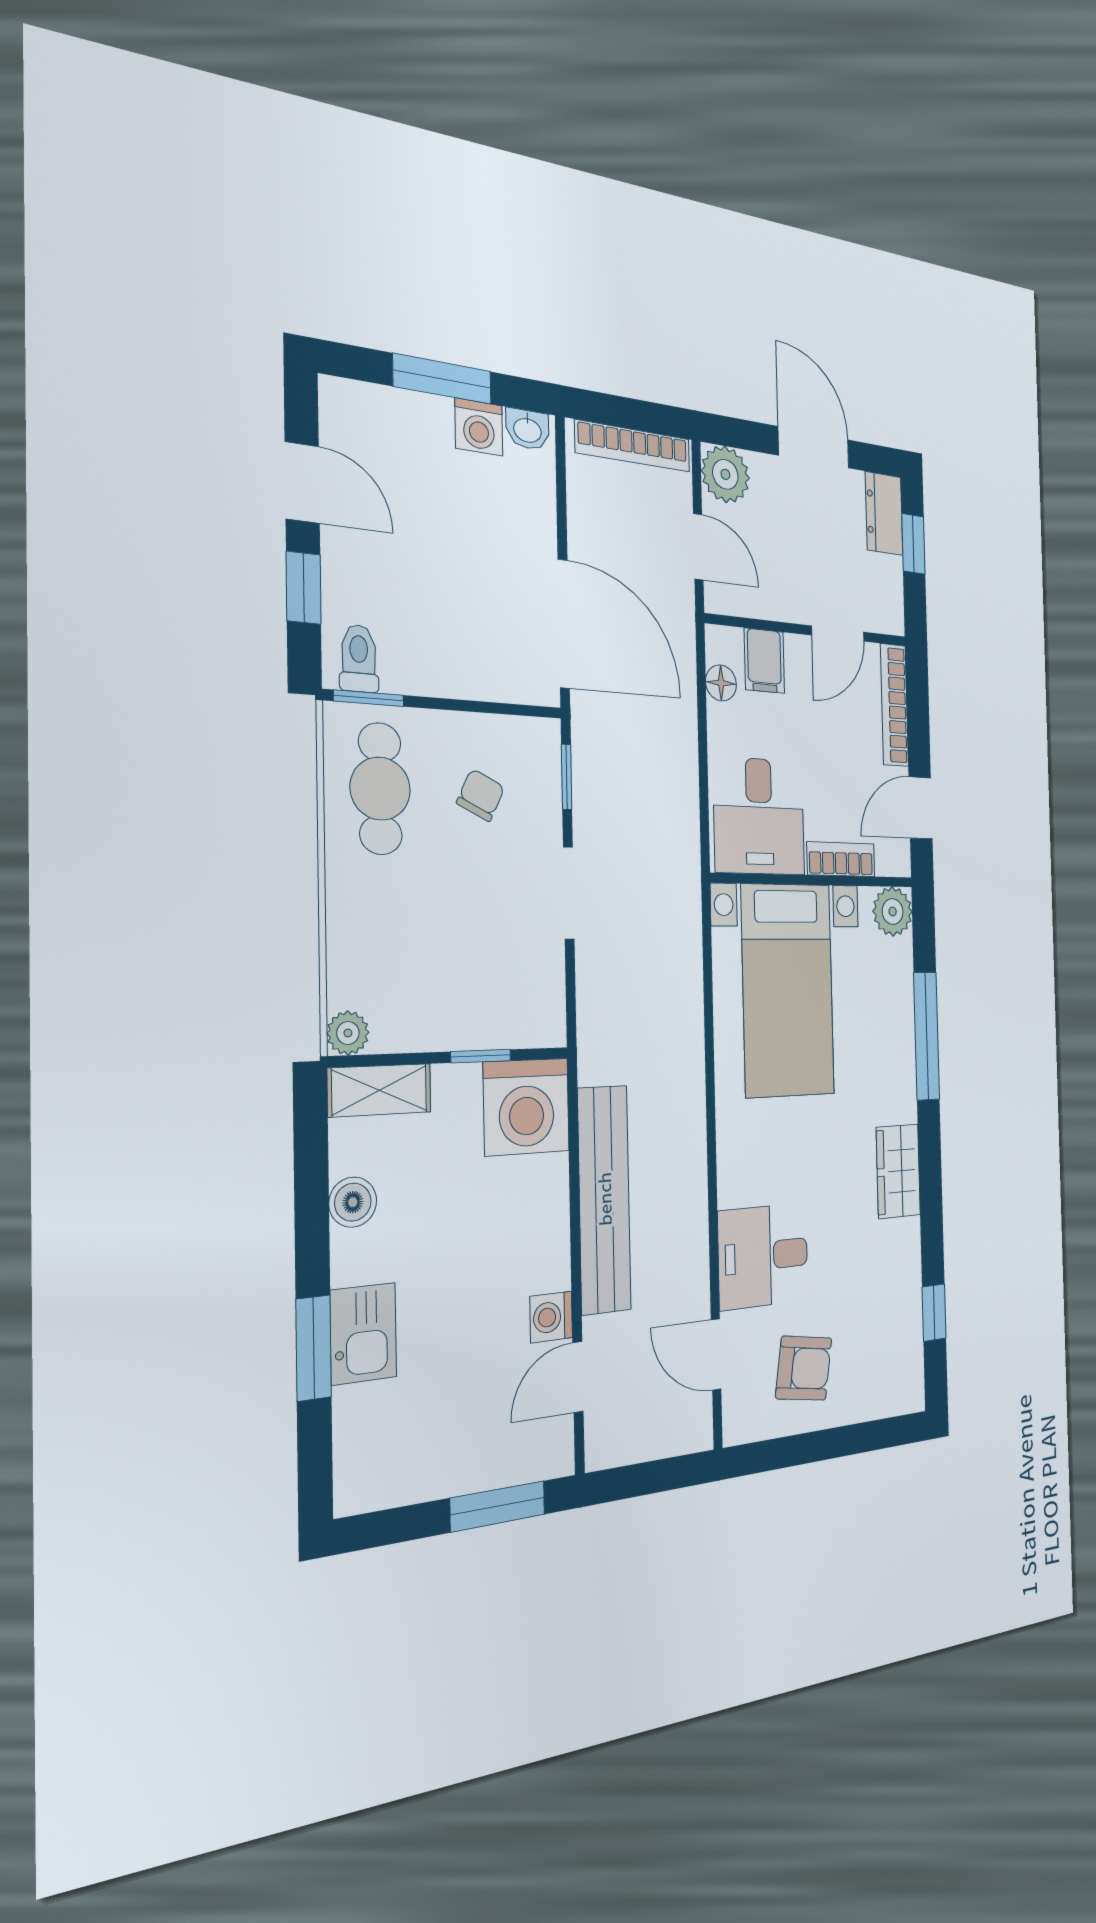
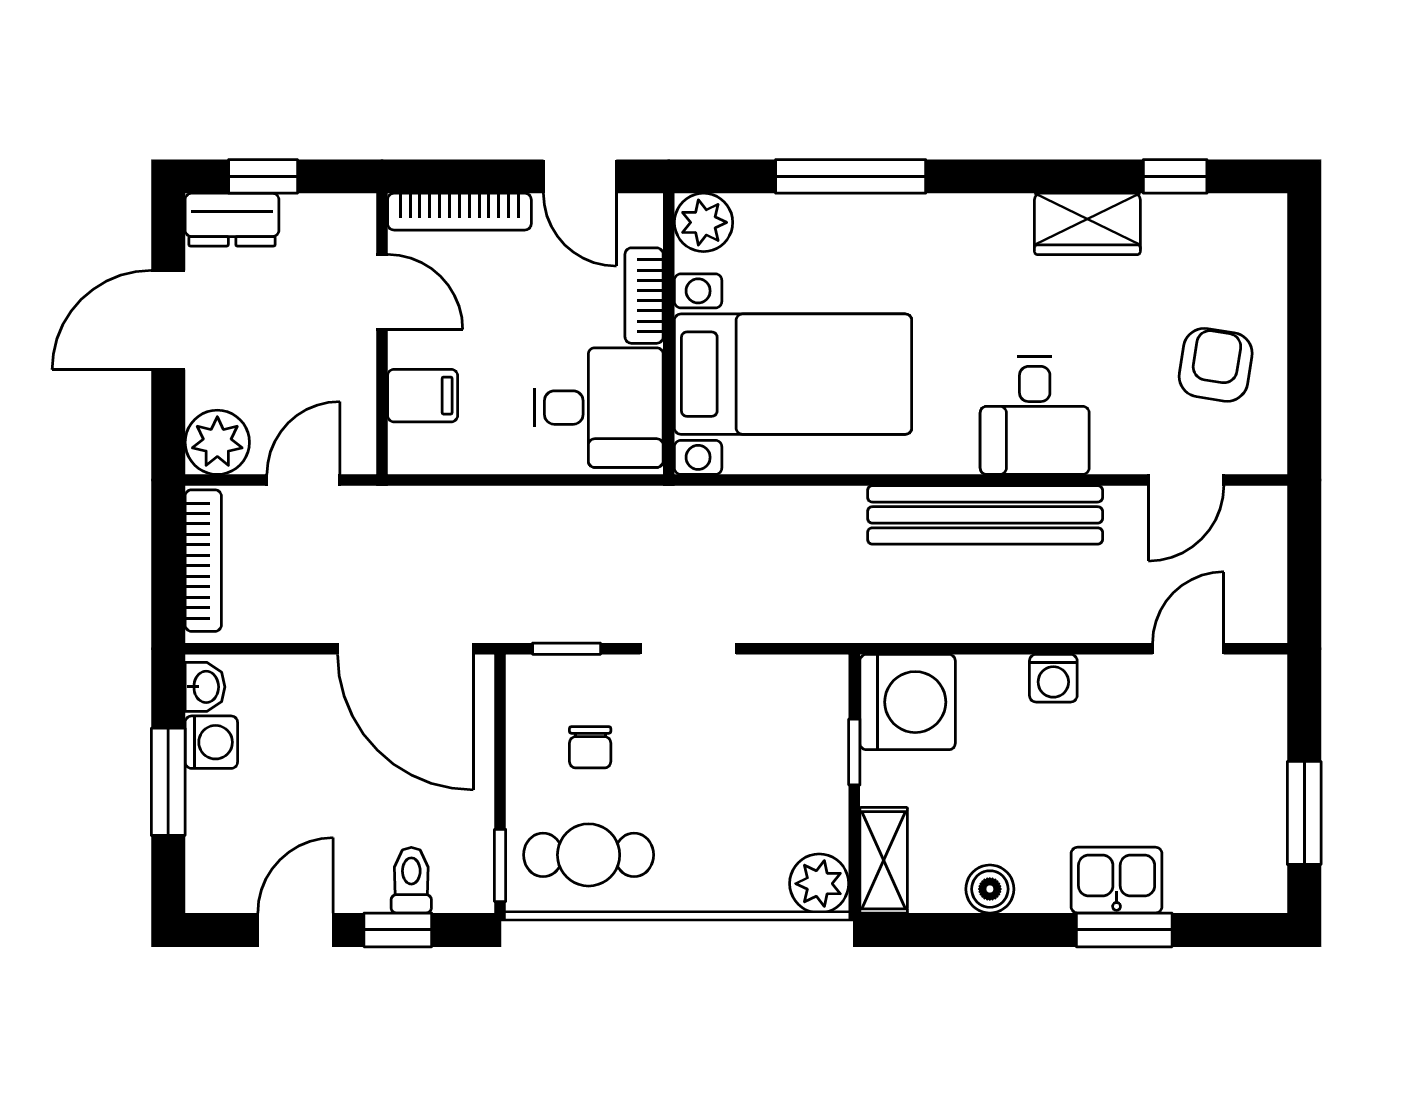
door: (564, 624) -> (405, 649), swing flipped
toilet: (359, 658) -> (411, 880), moved, turned 90
floor lamp: (721, 683) -> (452, 454), removed
chair: (481, 795) -> (590, 747), turned -116
plant: (348, 1033) -> (819, 884), width x1.38, depth x1.38
wardrobe: (898, 1171) -> (1087, 224), moved
bench: (604, 1199) -> (985, 515), moved
desk: (763, 1256) -> (1035, 416), moved
washing machine: (551, 1317) -> (1053, 678), moved
door: (578, 1377) -> (1188, 649), swing flipped
window: (498, 1506) -> (1304, 813), moved

